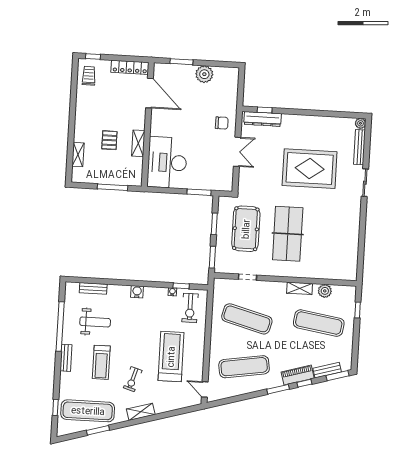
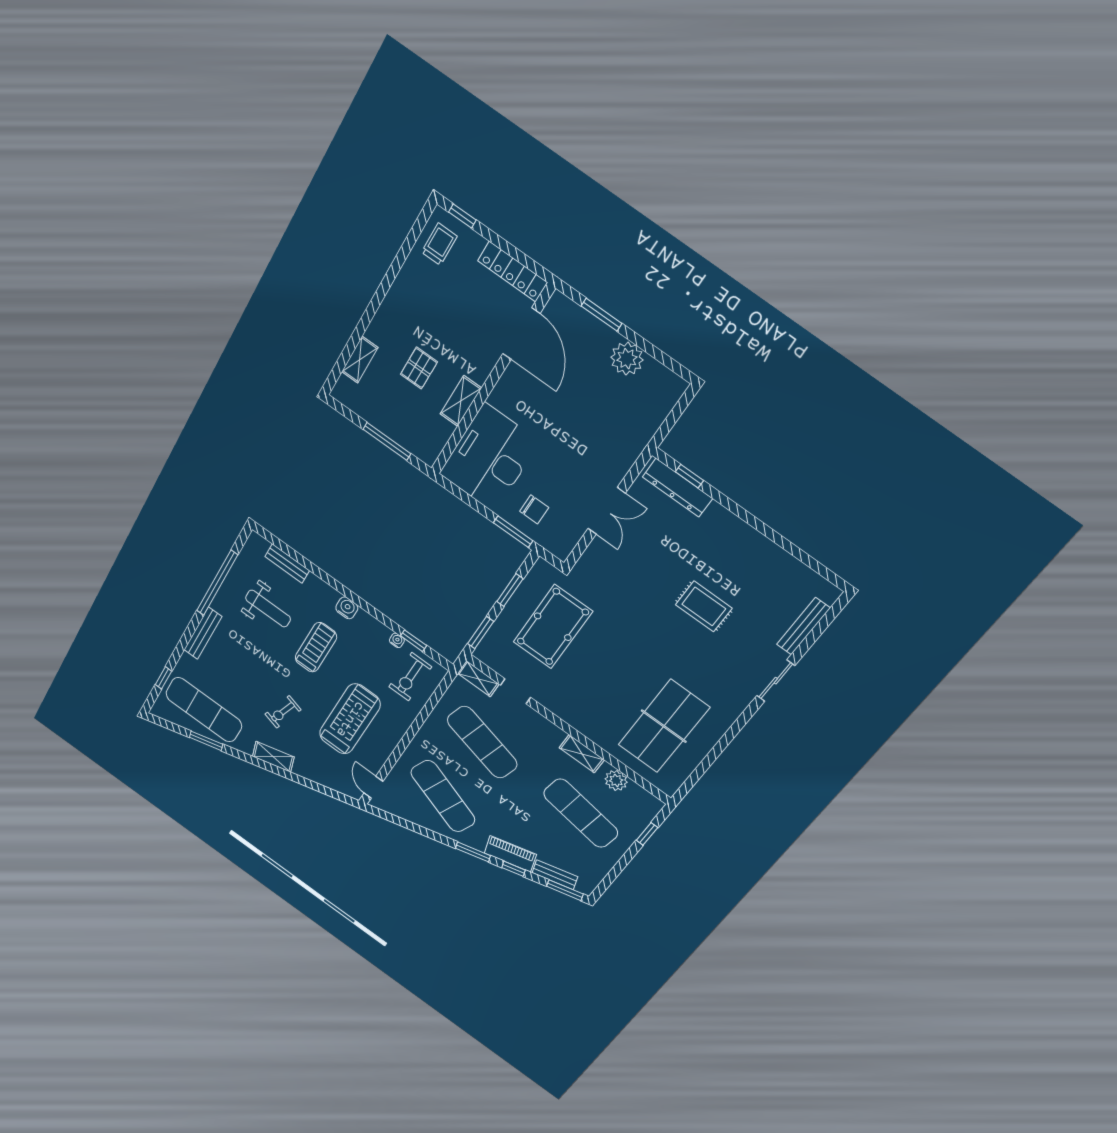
chair: (222, 123) -> (534, 509), moved
plant: (361, 123) -> (830, 593), removed
rug: (310, 169) -> (704, 606), width x0.54, depth x0.49
table tennis table: (288, 234) -> (664, 726), moved
shelving: (225, 284) -> (478, 679), added
bench: (66, 358) -> (203, 633), width x1.36
treadmill: (101, 362) -> (316, 647), moved, turned 180
exercise mat: (244, 367) -> (443, 796), turned 30

